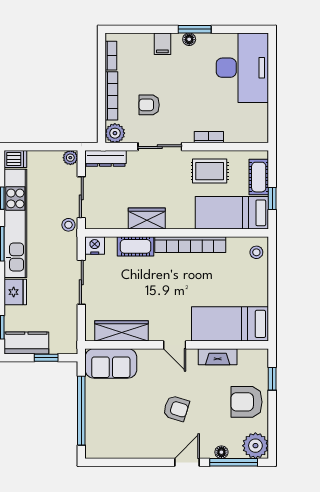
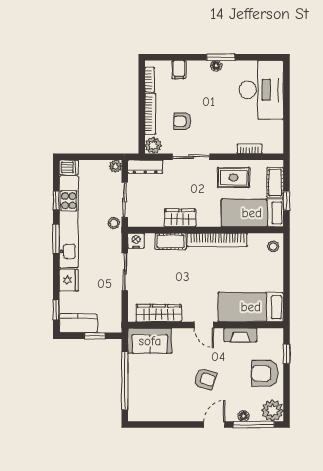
filing cabinet: (162, 44) -> (179, 70), moved
bookcase: (209, 137) -> (249, 149), moved

